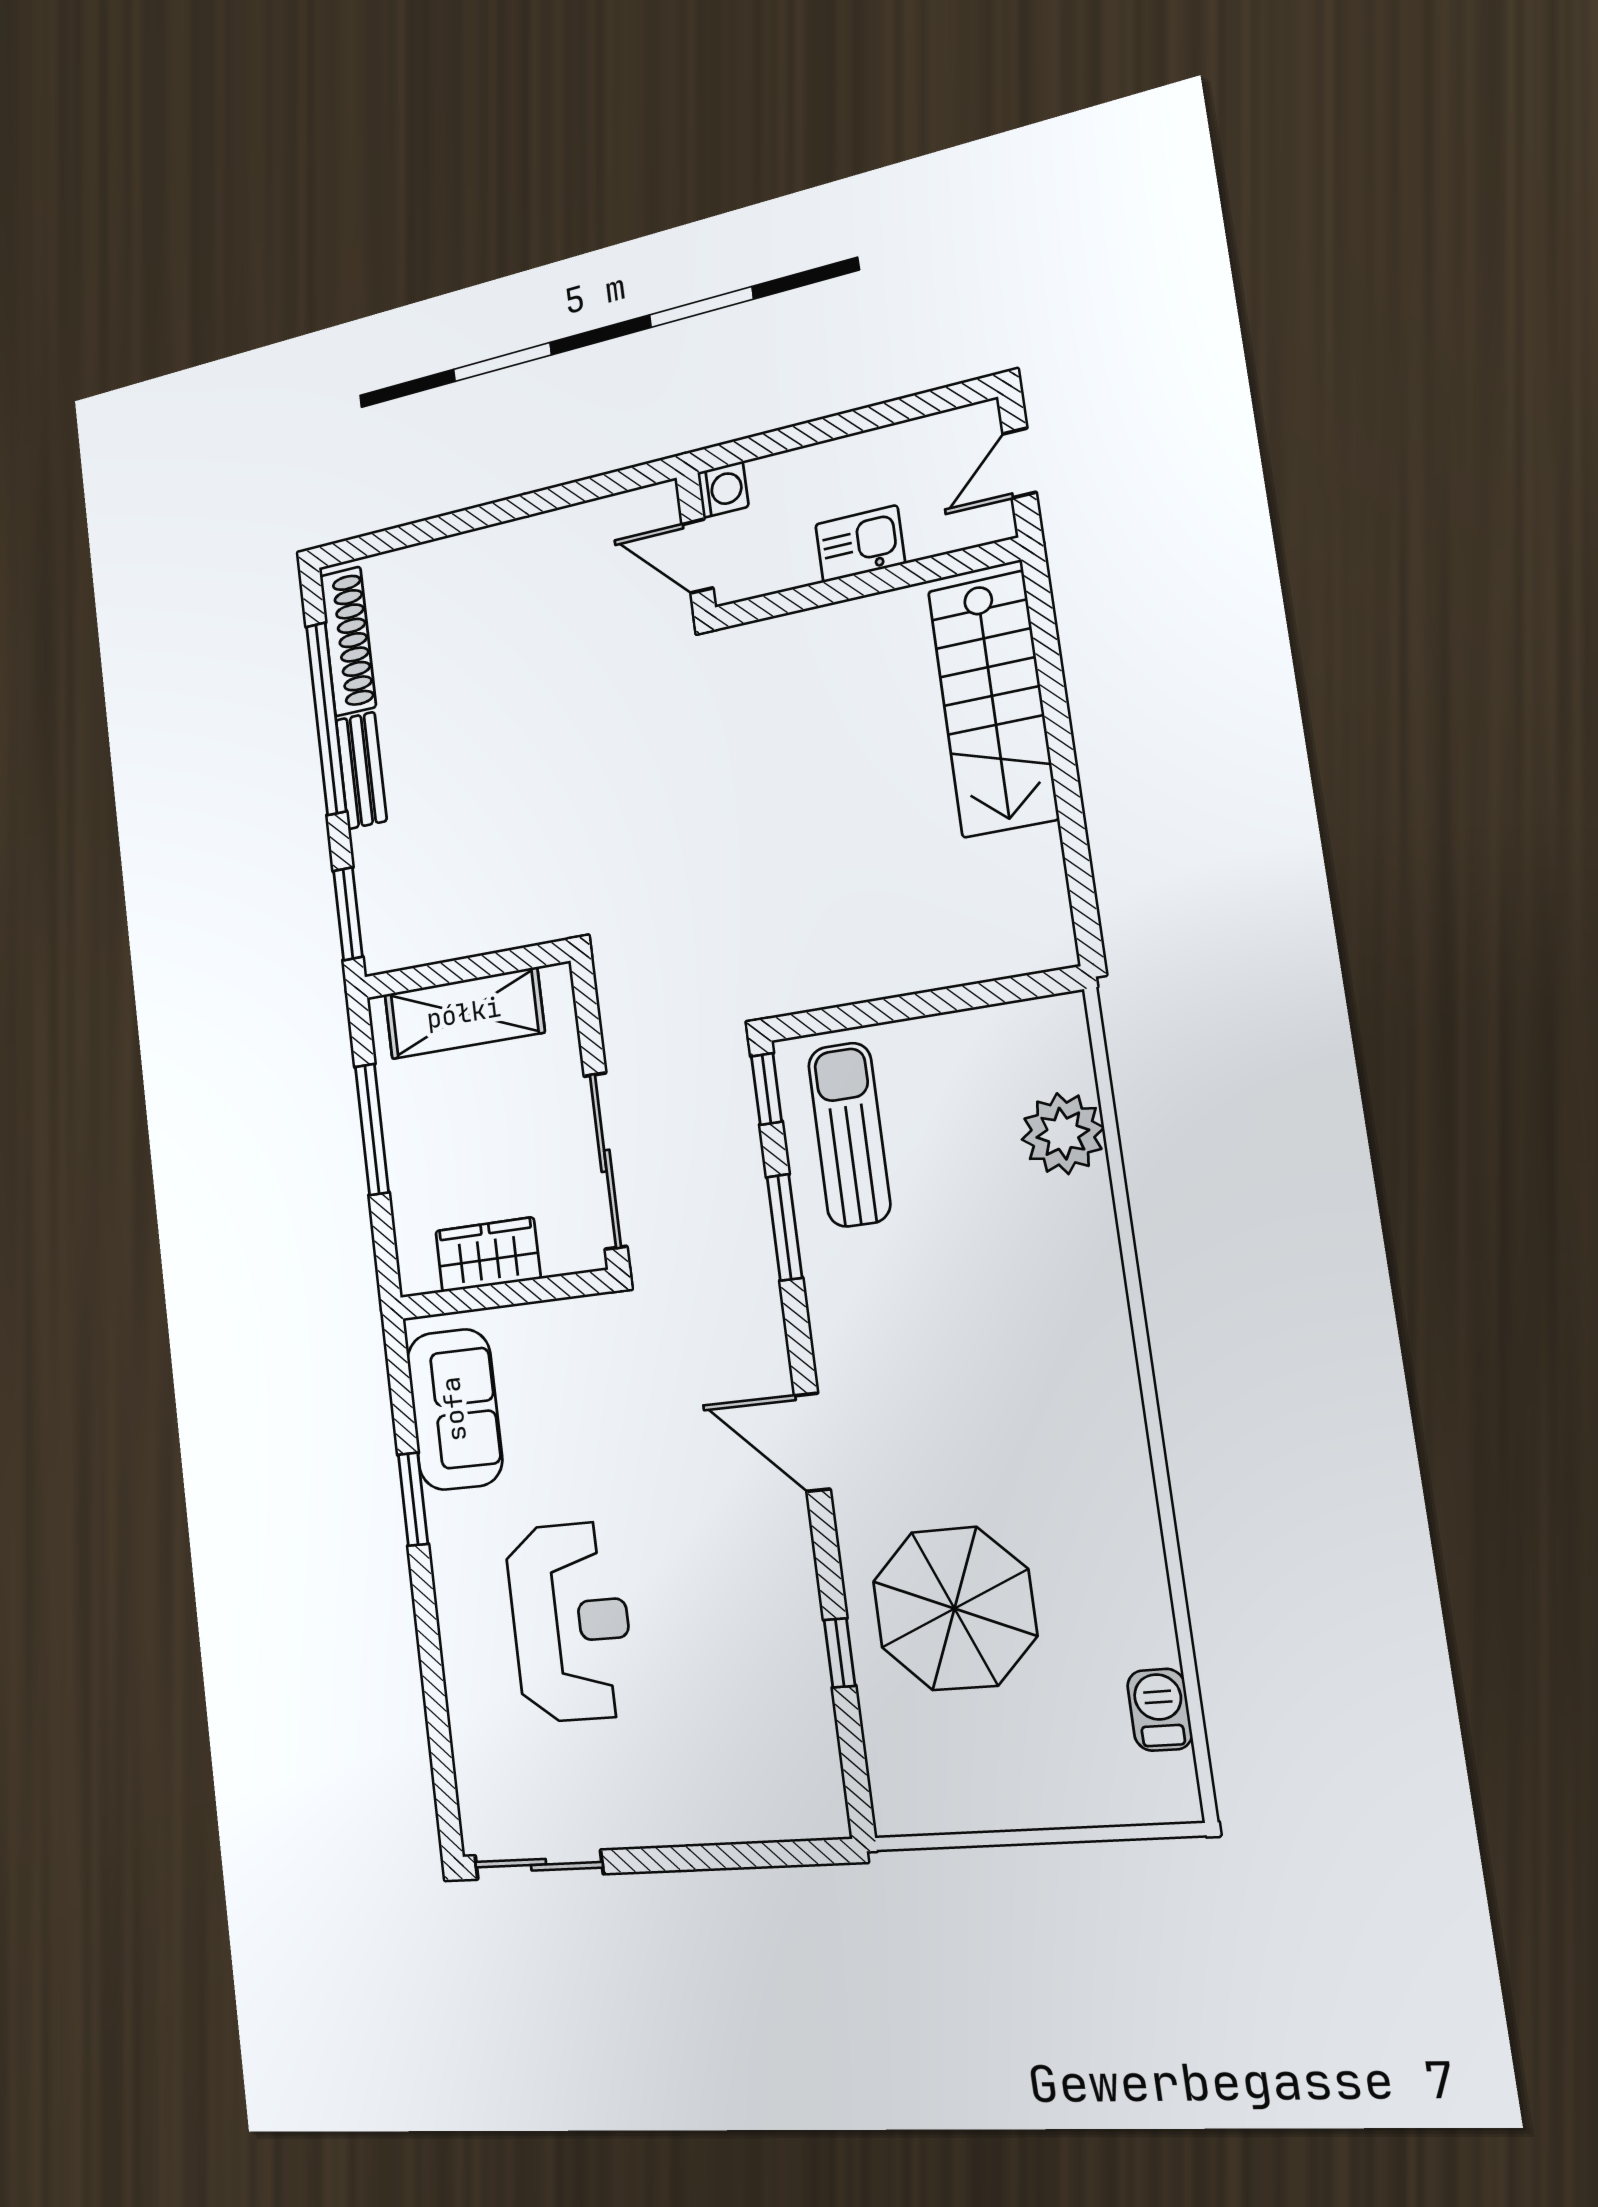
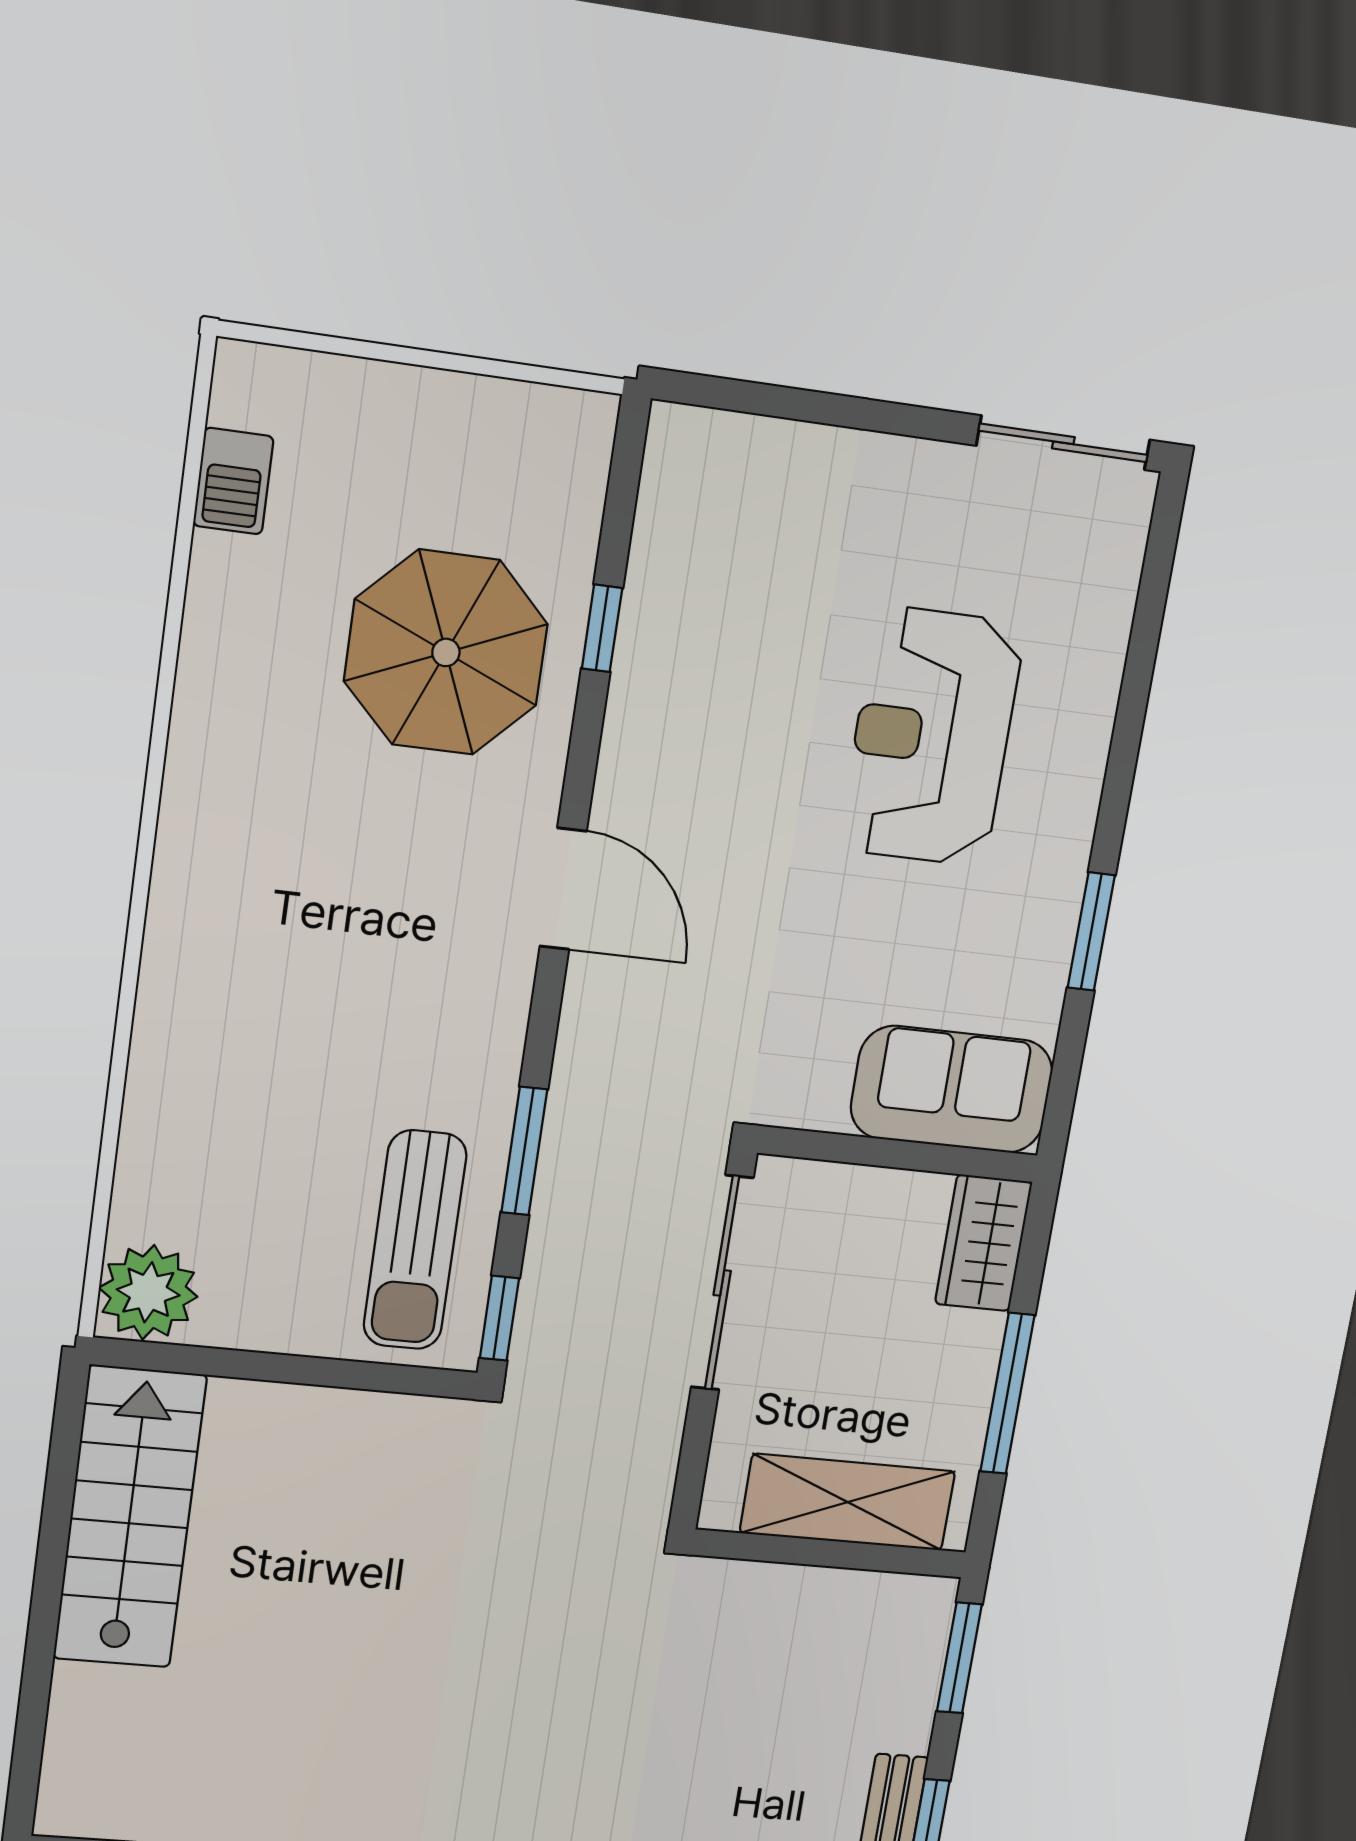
stairs: (993, 704) -> (130, 1517), moved
plant: (1063, 1134) -> (148, 1292), moved
wardrobe: (488, 1255) -> (983, 1243), moved, turned 90
sofa: (454, 1409) -> (952, 1089), moved, turned 90

